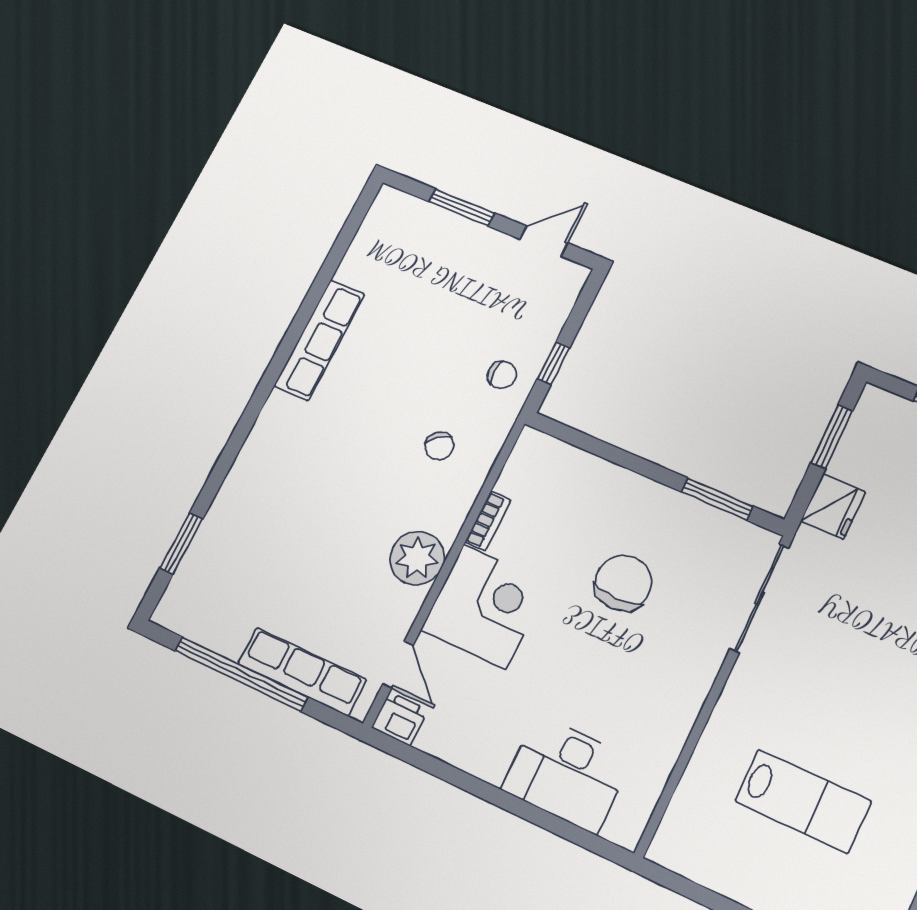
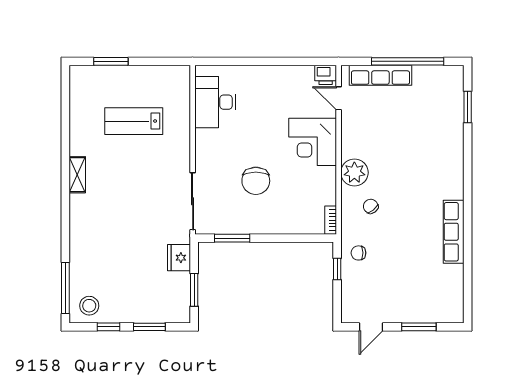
bookcase: (488, 521) -> (331, 220), moved
plant: (417, 558) -> (354, 173), moved
desk: (567, 774) -> (215, 102), moved, turned -90

